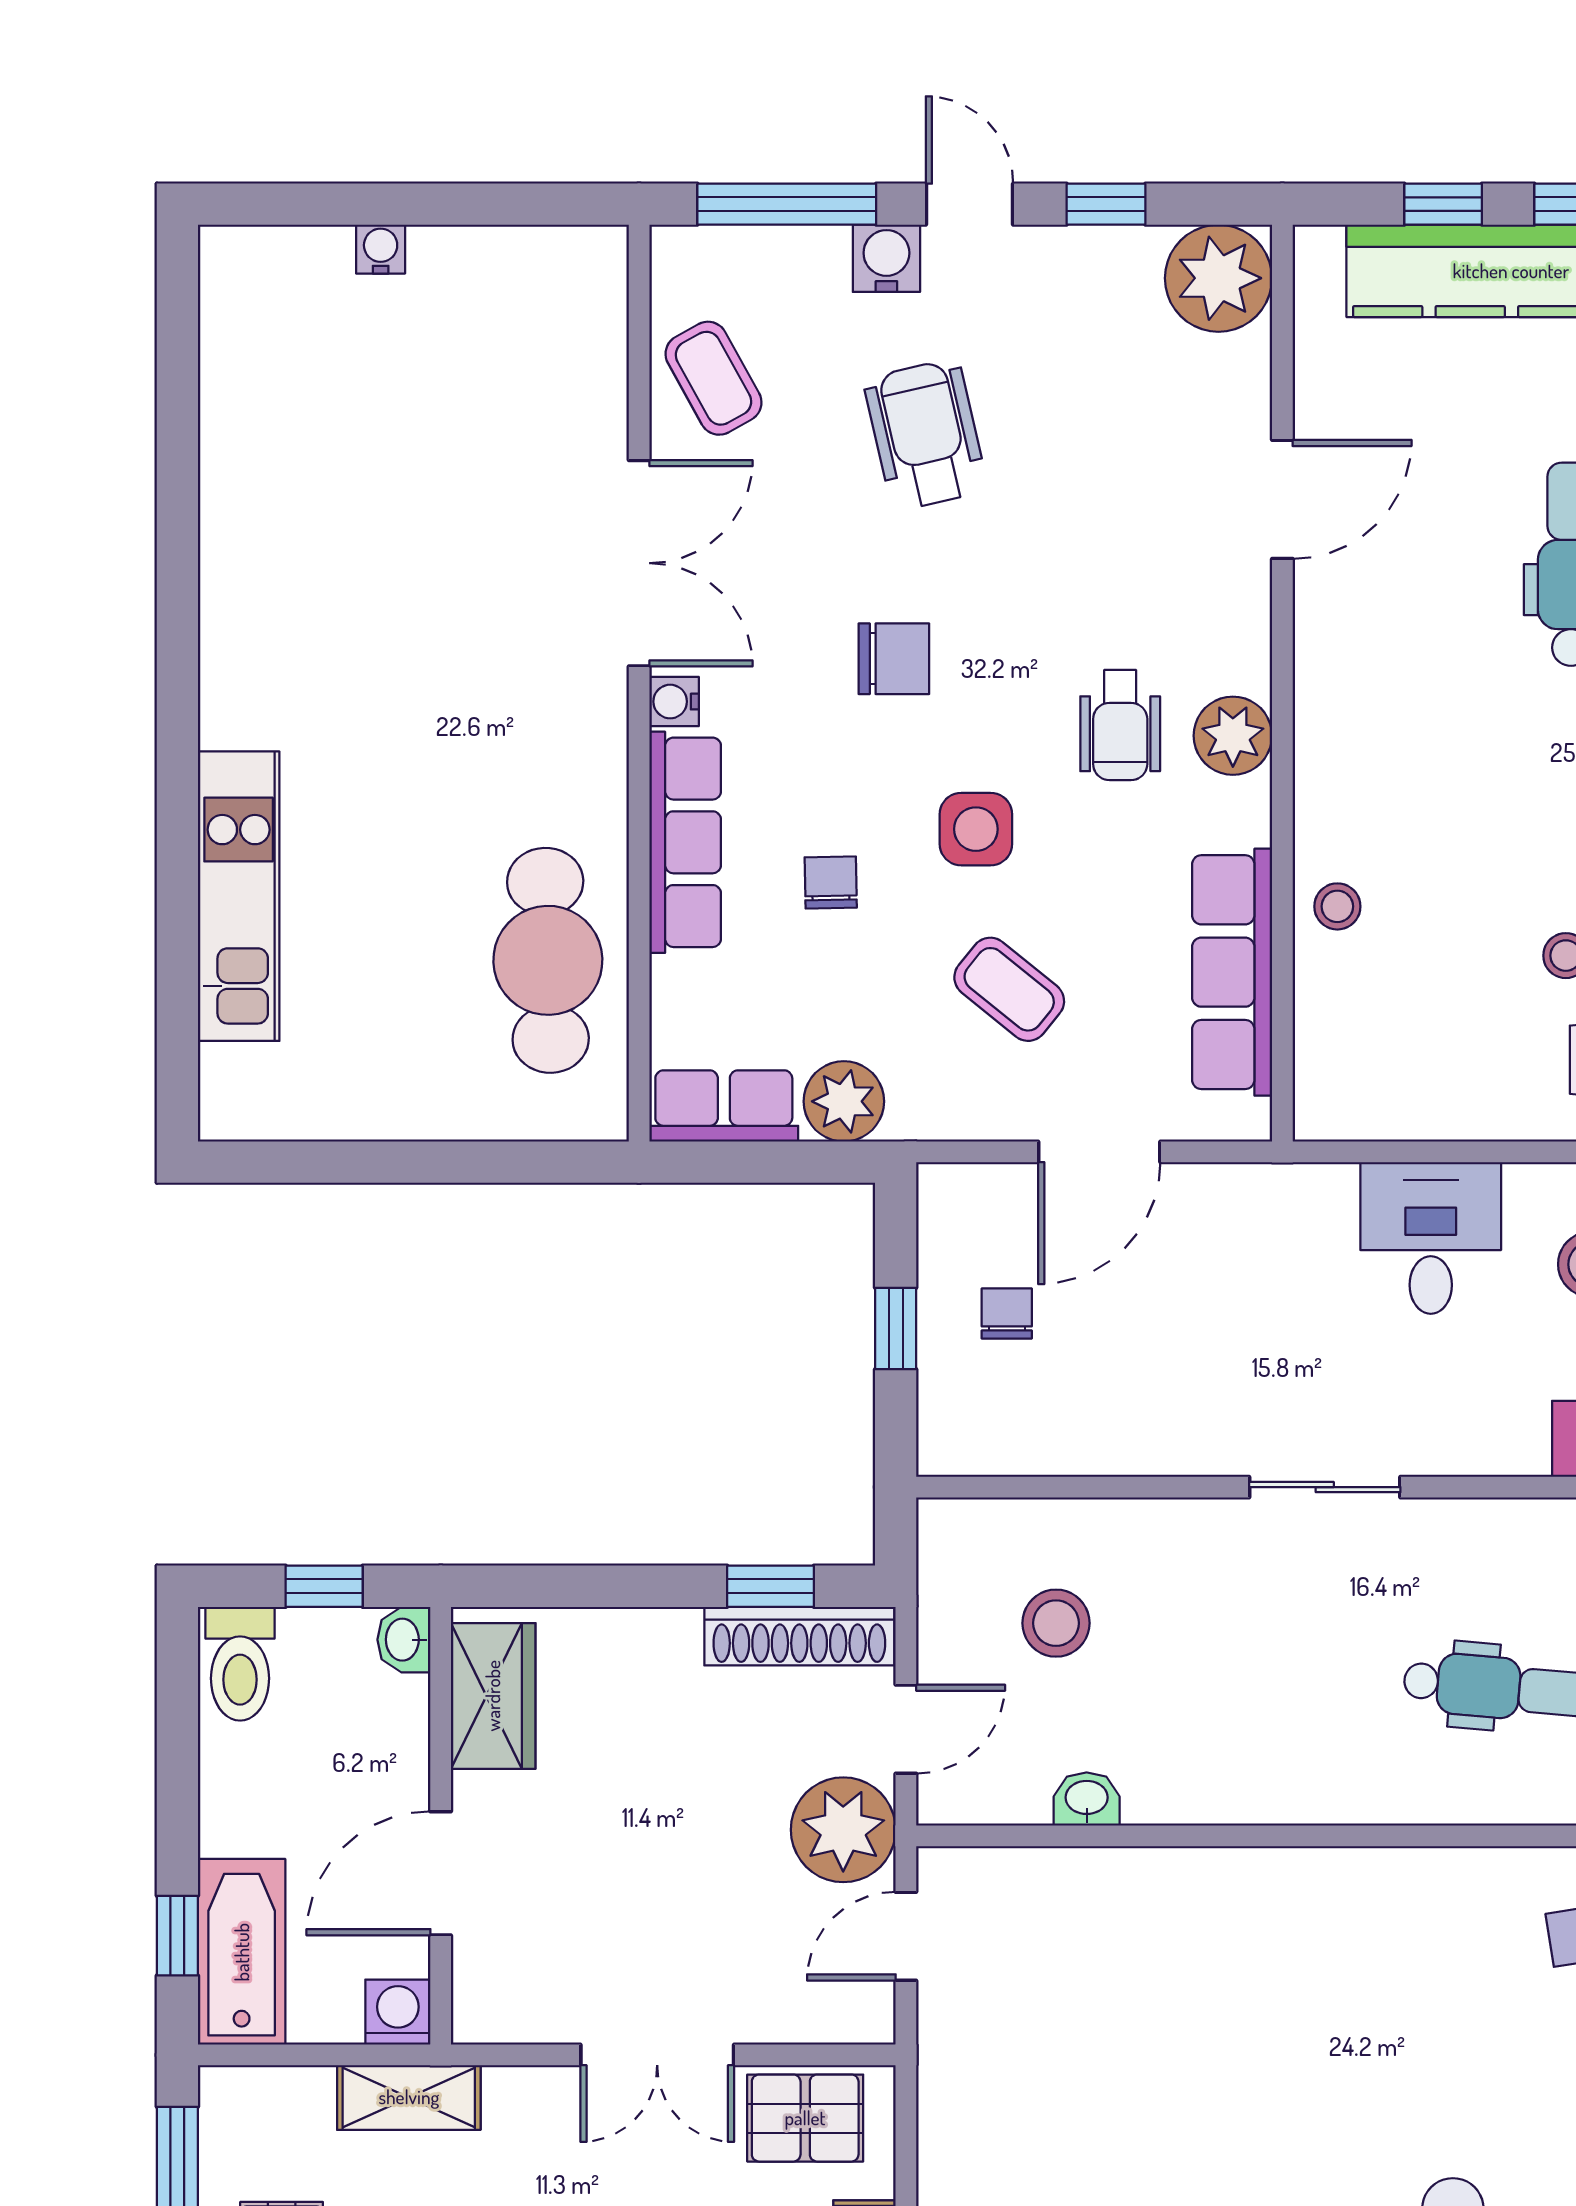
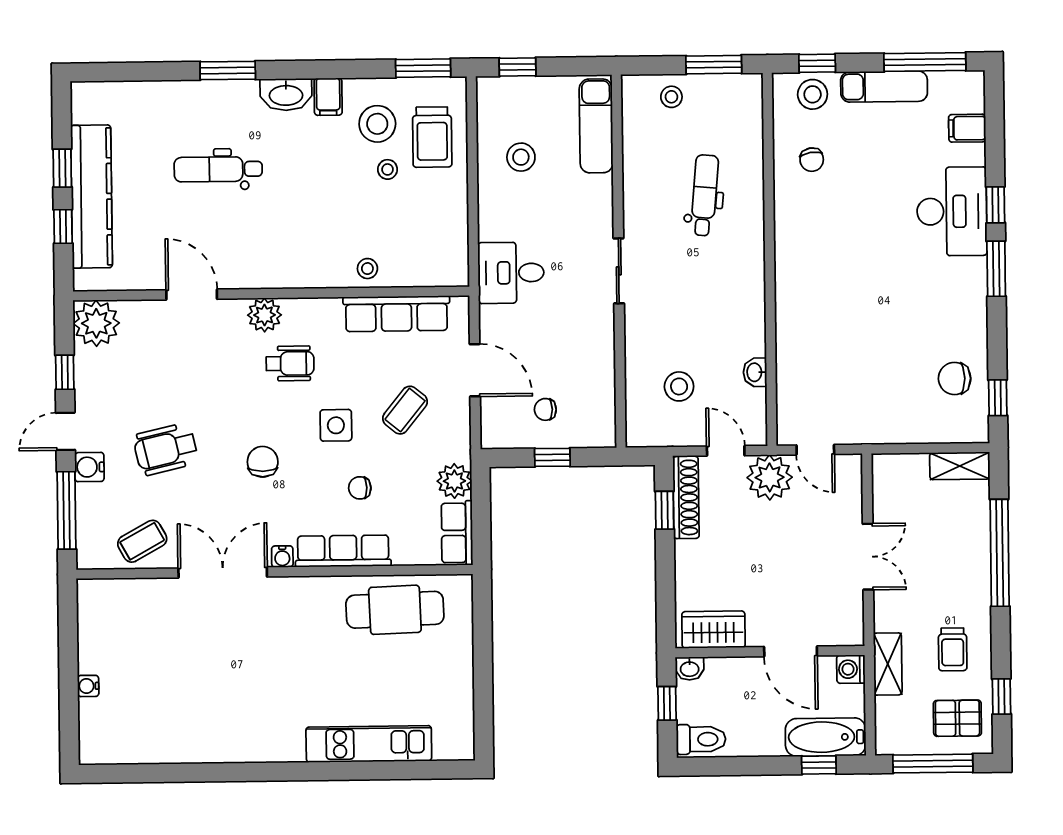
plant: (1233, 736) -> (264, 315), moved
desk: (1431, 1238) -> (511, 273), moved
pallet: (805, 2118) -> (895, 492), removed

